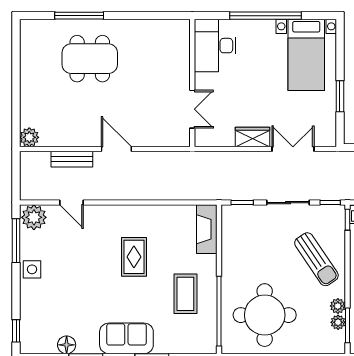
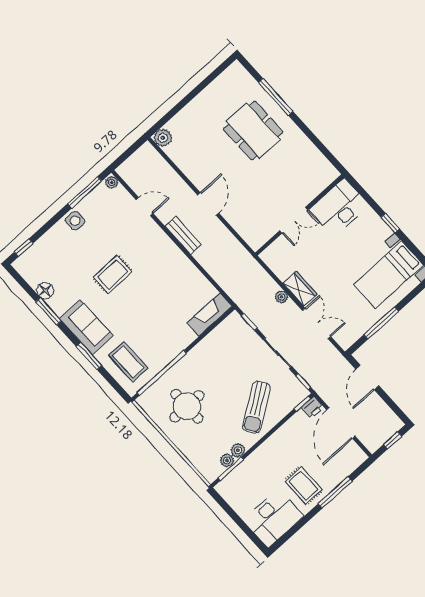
window: (266, 16) -> (390, 223), width x0.32
window: (340, 96) -> (381, 323), width x1.44
double door: (192, 109) -> (294, 220), moved
plant: (246, 158) -> (282, 297), added
bench: (72, 159) -> (183, 235), moved
door: (71, 203) -> (144, 206), swing flipped
plant: (34, 217) -> (112, 182), width x0.53, depth x0.53
rug: (134, 257) -> (113, 274), moved
coffee table: (185, 294) -> (128, 362), moved, turned 90
round table: (265, 315) -> (187, 406), width x0.73, depth x0.73

